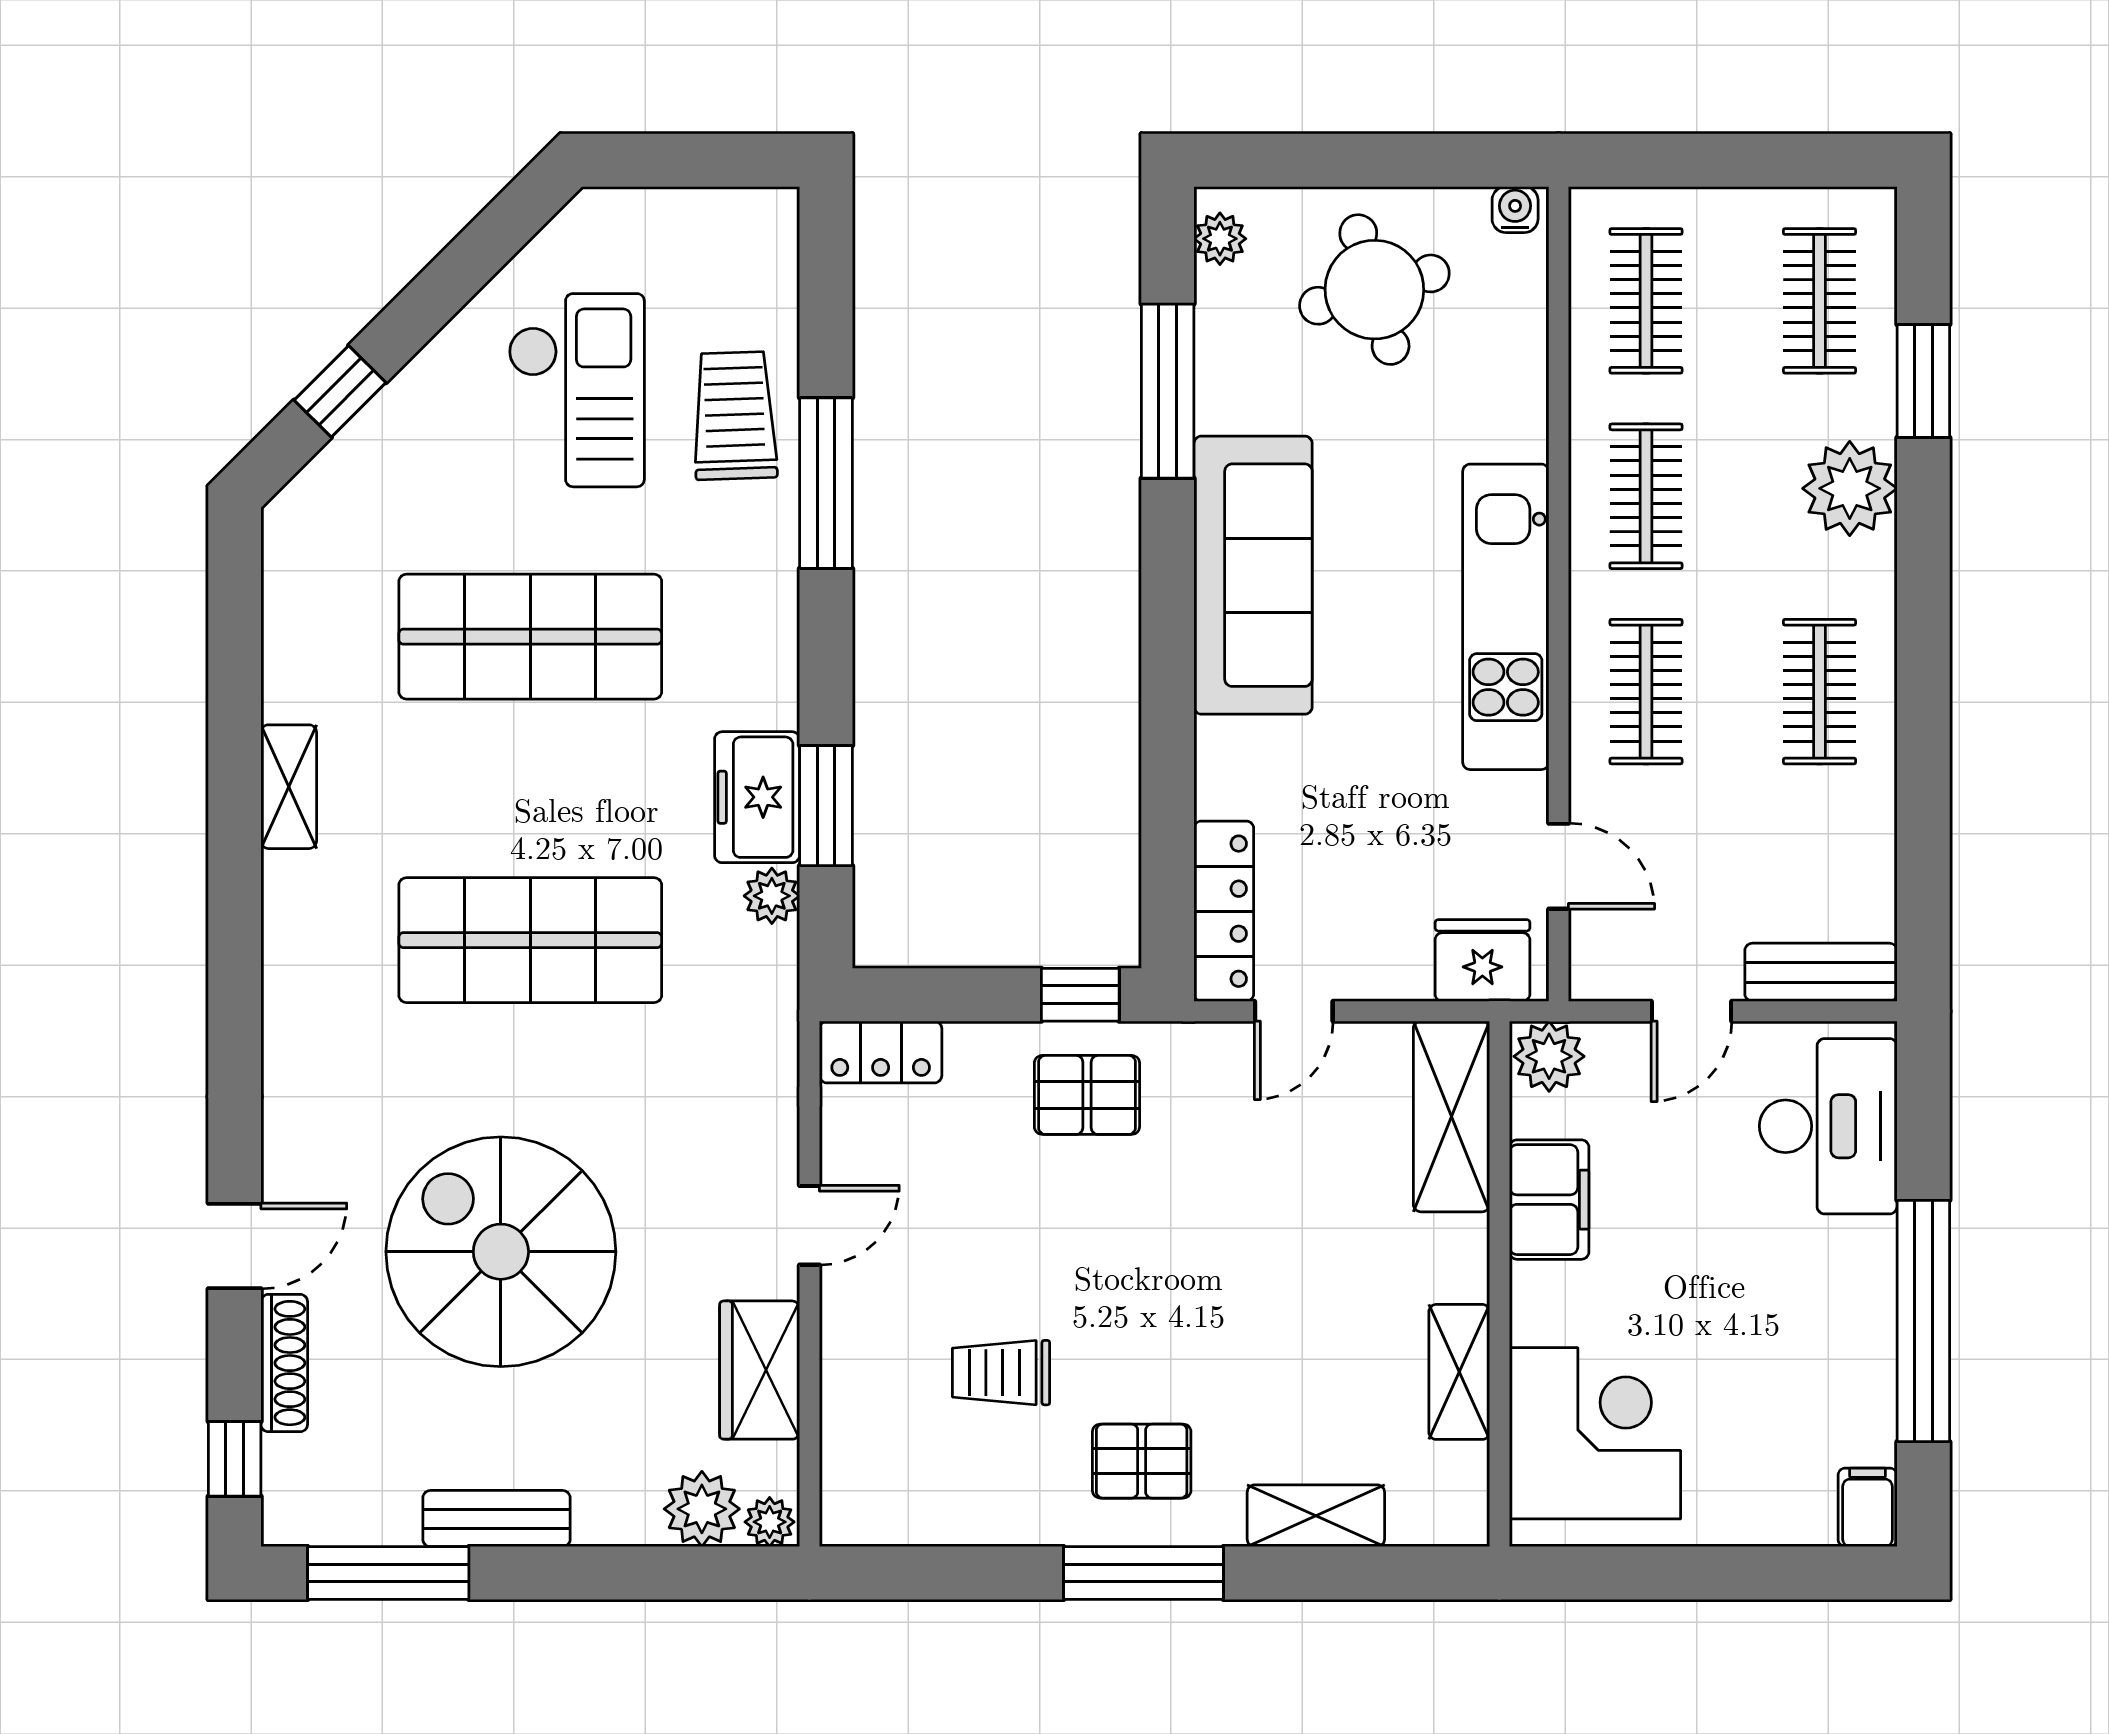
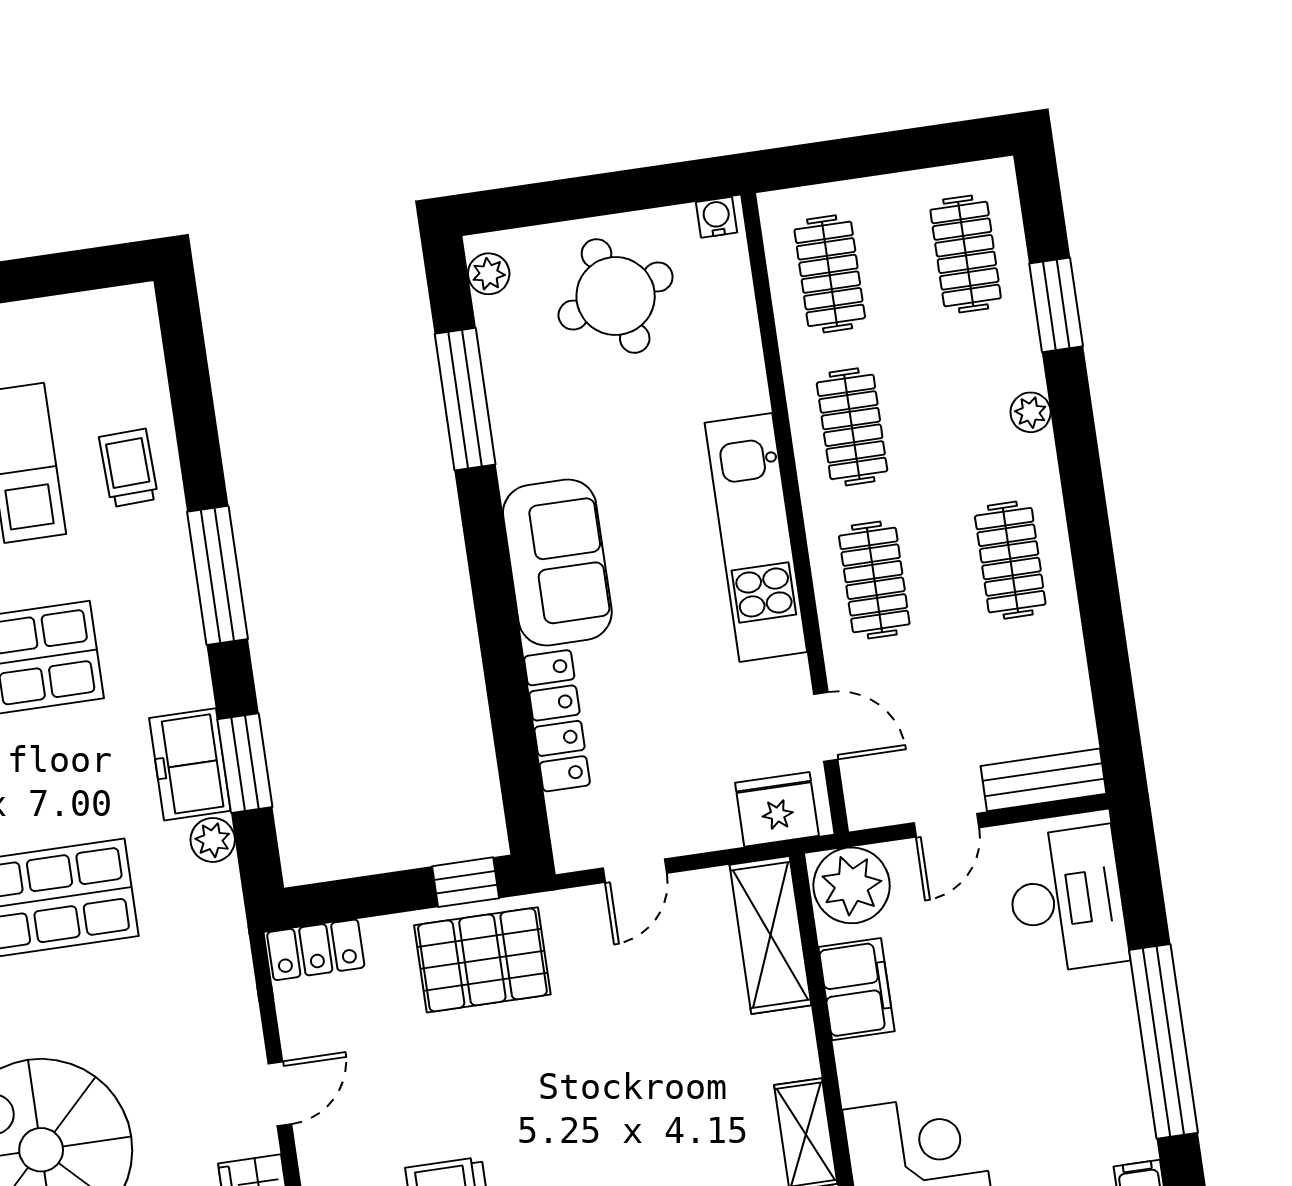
trolley: (735, 416) -> (129, 468), width x0.73, depth x0.72
window: (826, 483) -> (217, 575), moved
plant: (1850, 488) -> (1031, 412), width x0.53, depth x0.53
sofa: (1253, 575) -> (557, 563), width x0.73
locker: (1224, 911) -> (557, 721), moved
plant: (1549, 1056) -> (852, 885), width x1.36, depth x1.36
pallet: (1087, 1095) -> (482, 960), width x1.50, depth x1.42

